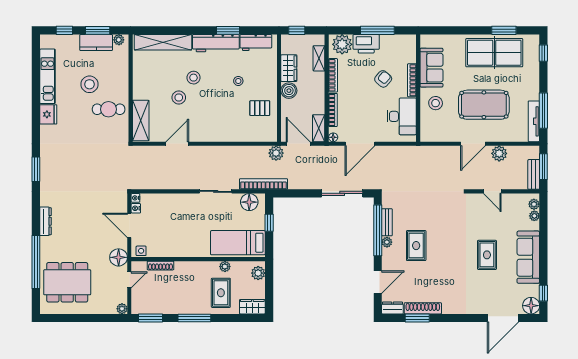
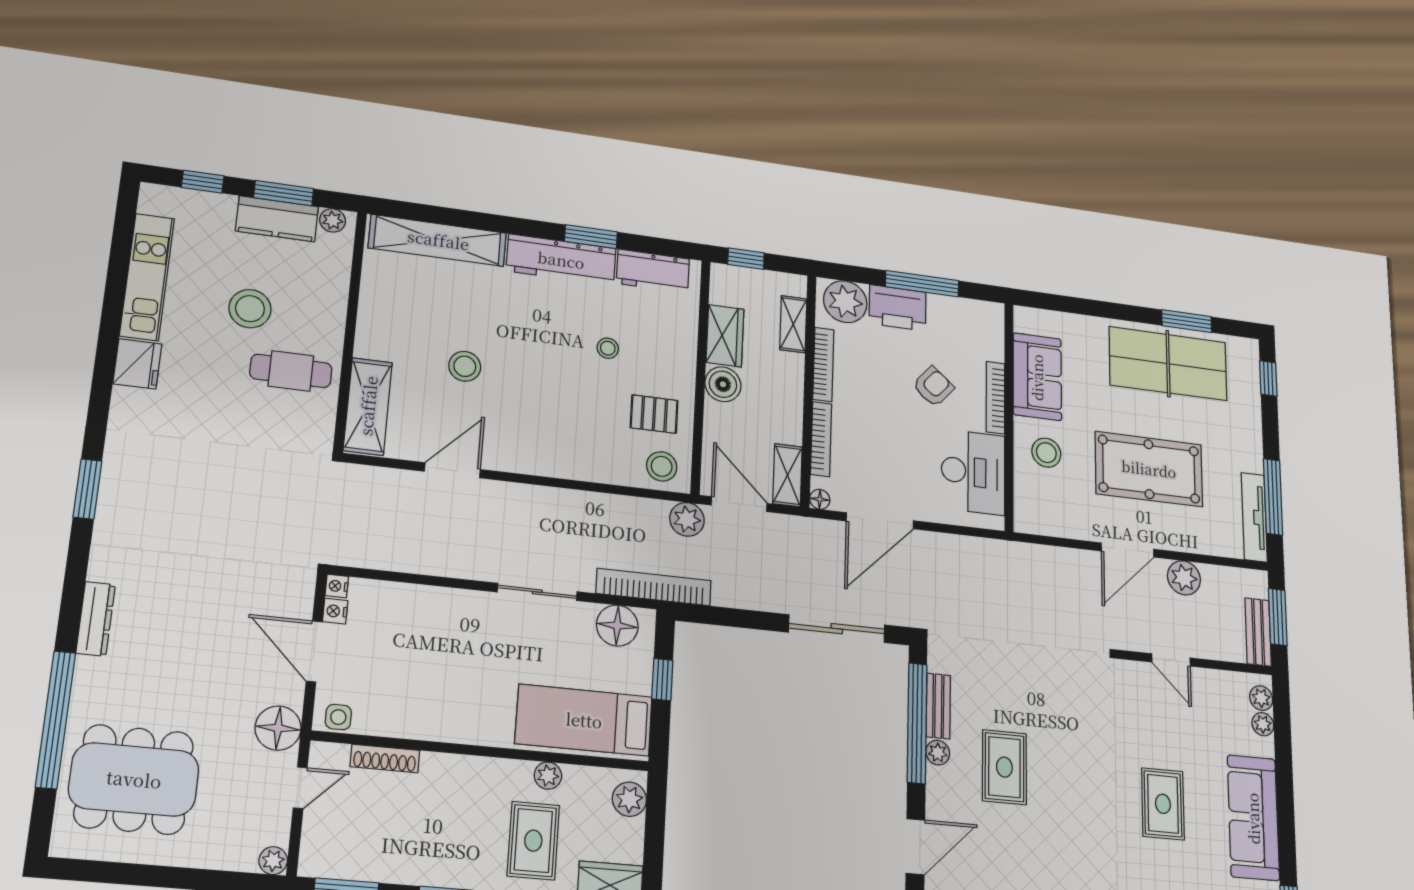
stool: (193, 78) -> (662, 466), moved

